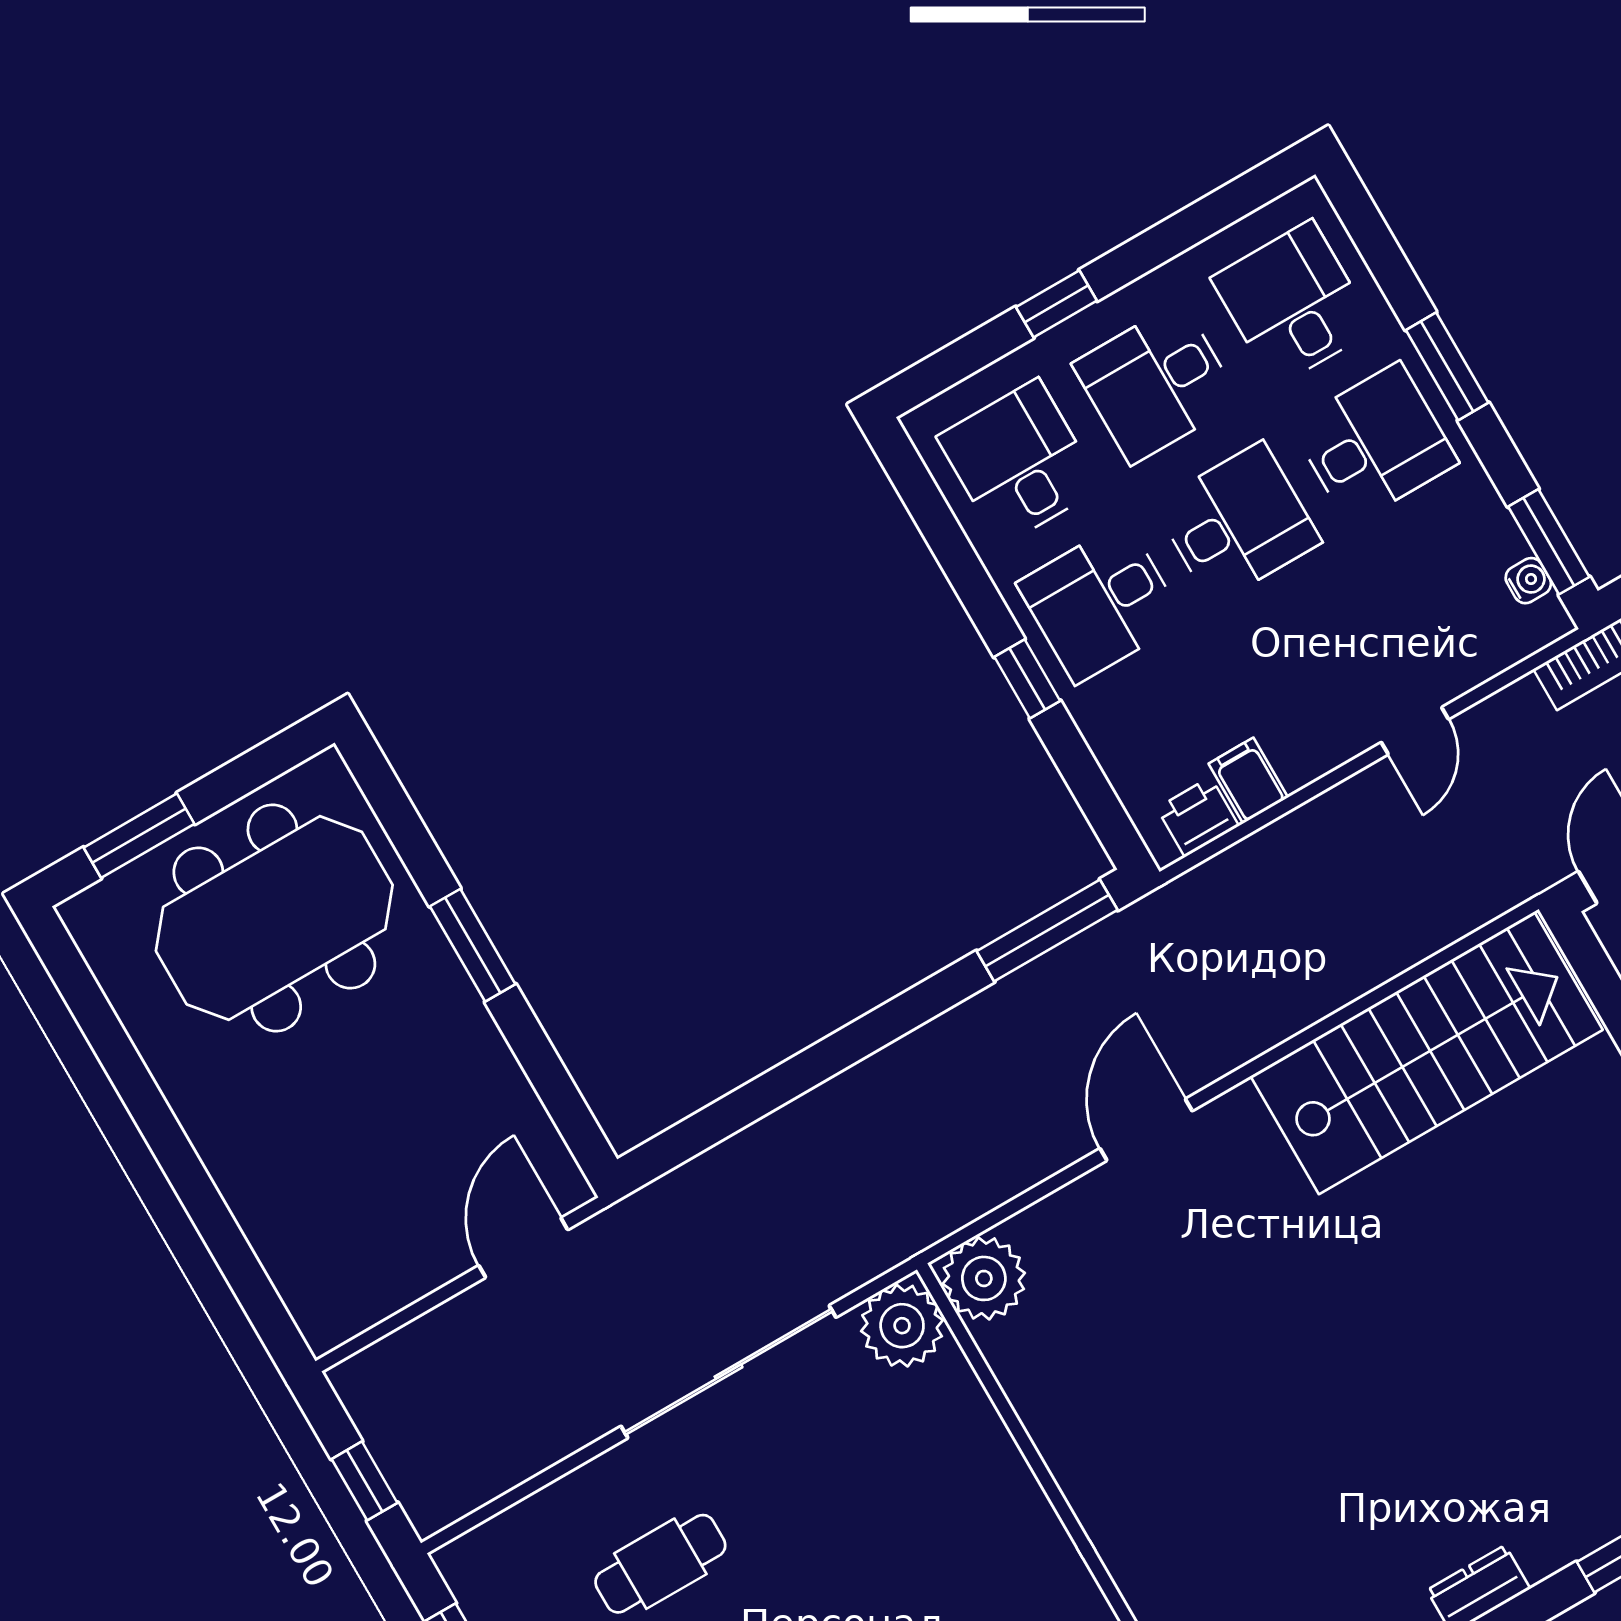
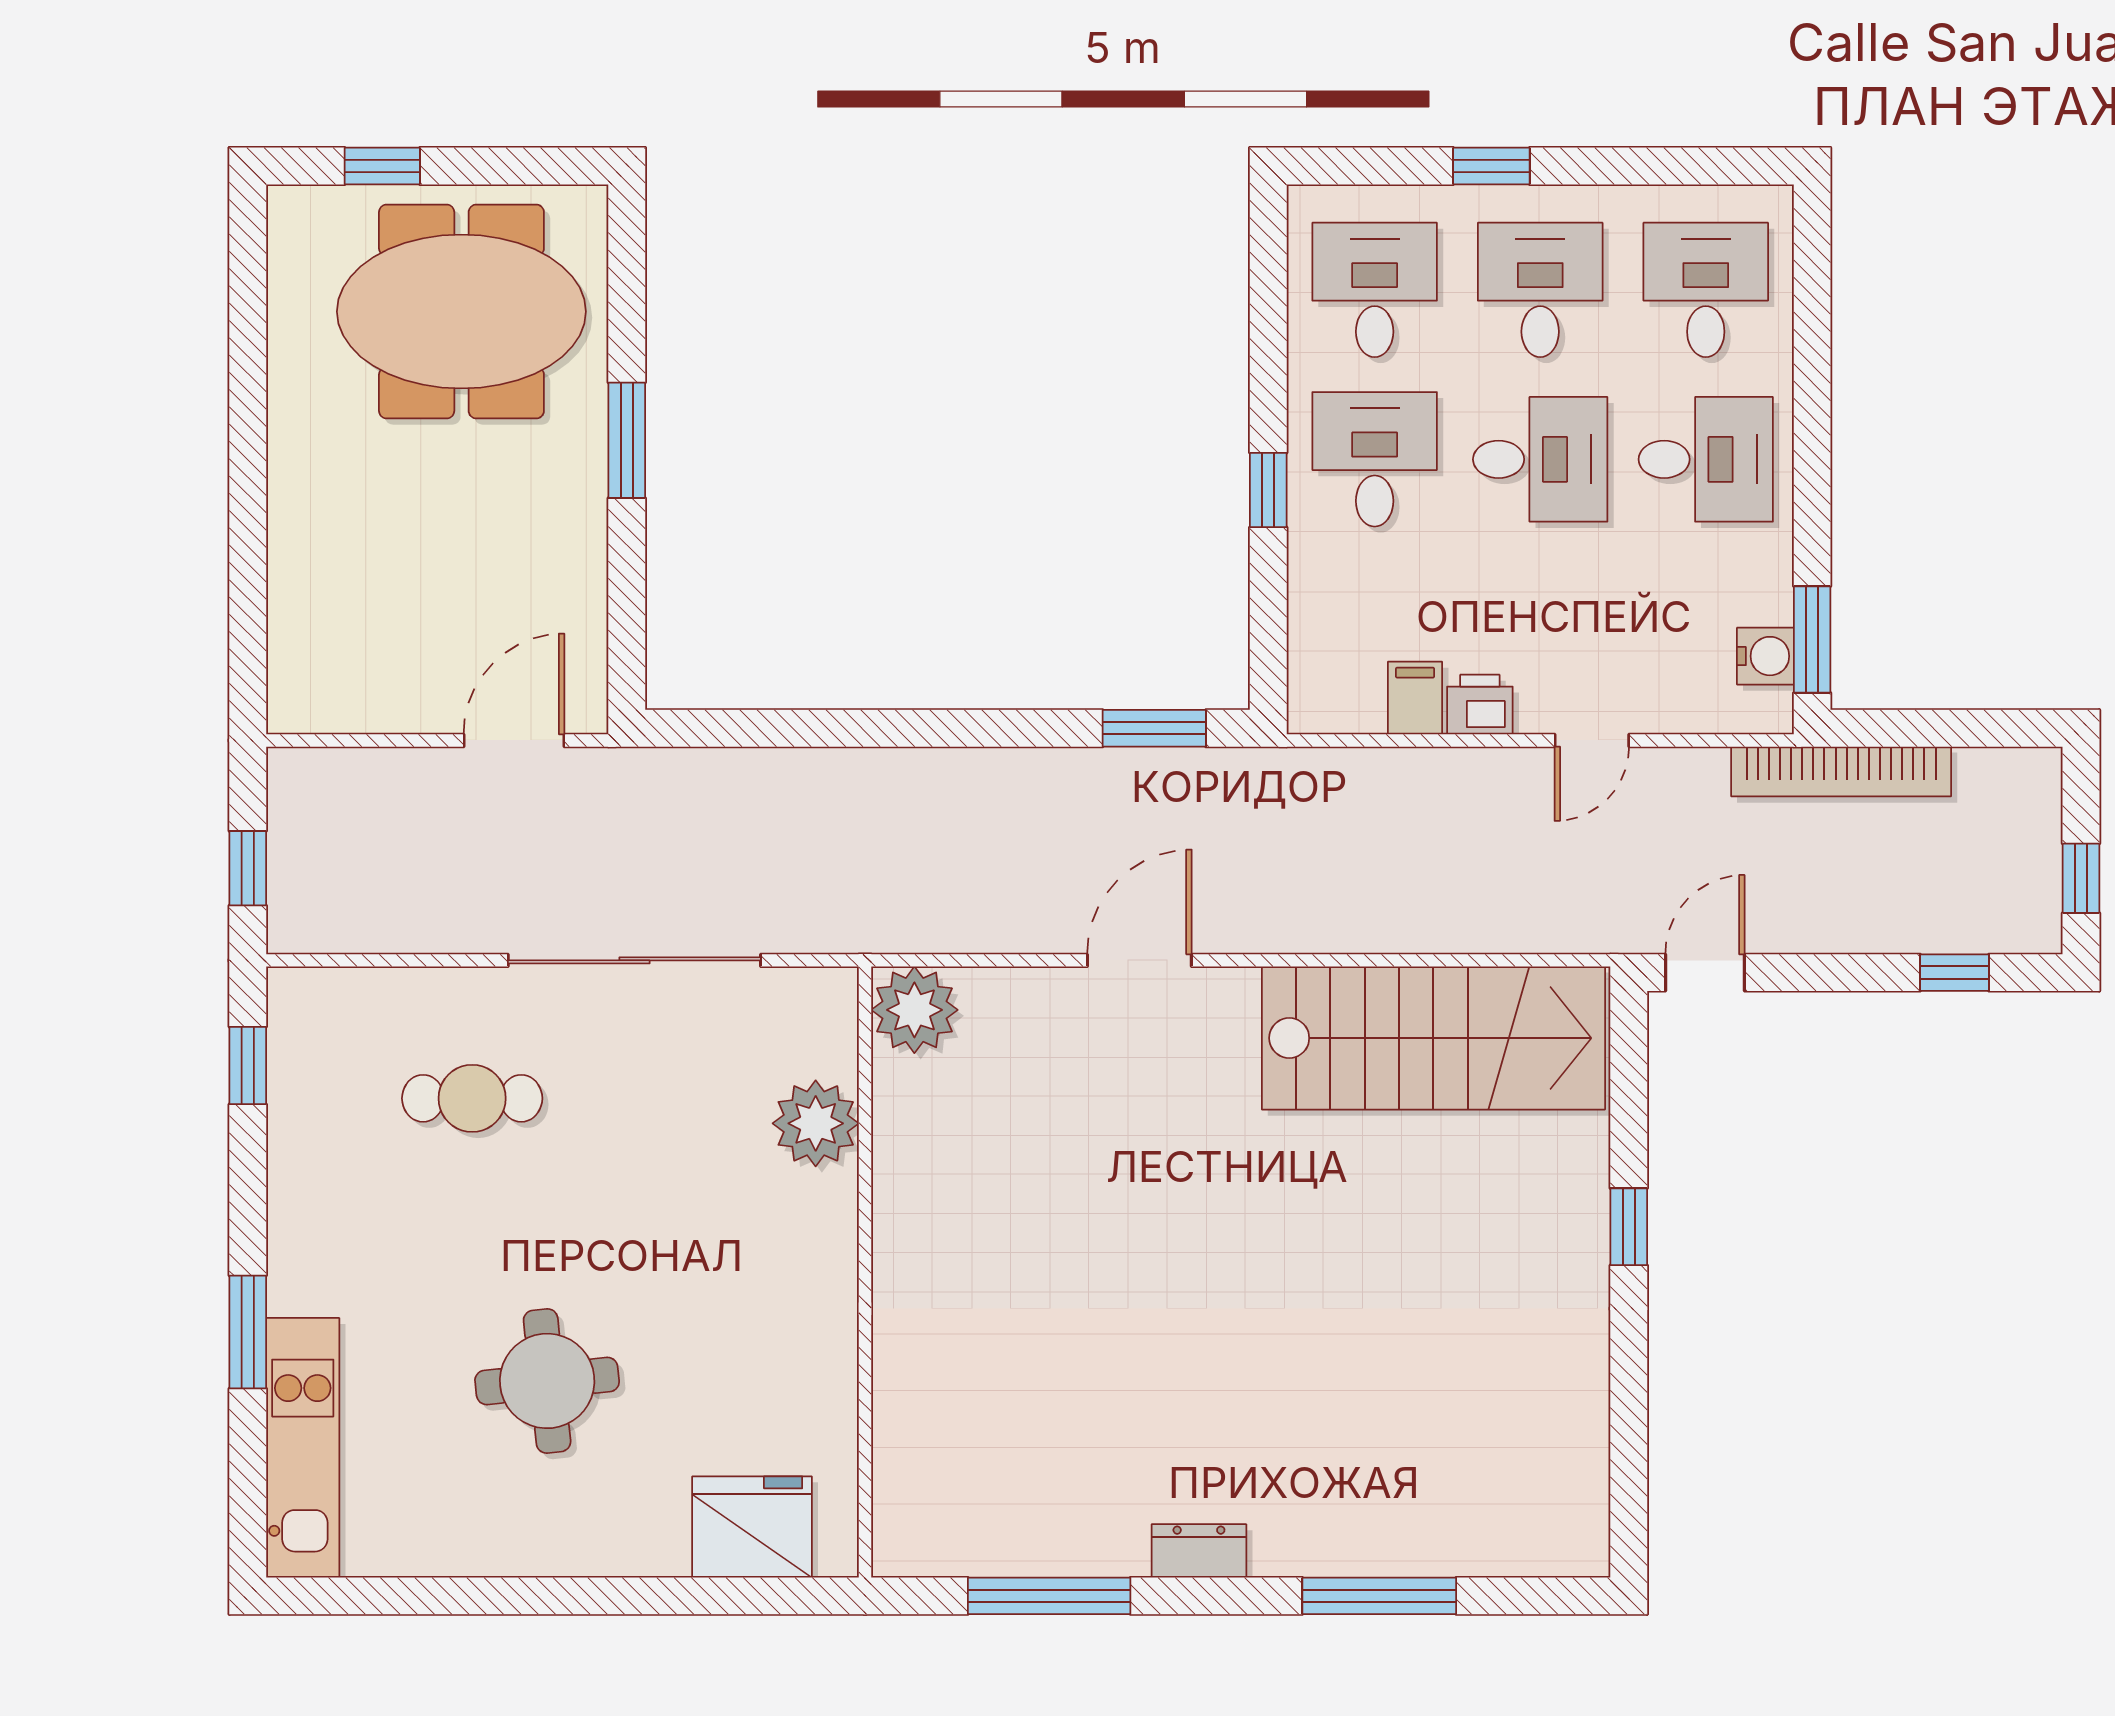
window: (1447, 366) -> (1812, 428), removed
desk: (1156, 383) -> (1540, 290), turned 90
water cooler: (1528, 581) -> (1765, 656), width x1.38, depth x1.38
desk: (1100, 602) -> (1375, 459), turned 90
printer: (1198, 817) -> (1480, 704), moved
window: (139, 836) -> (382, 166), width x0.67
window: (1047, 931) -> (1154, 728), width x0.69
plant: (902, 1326) -> (816, 1123), moved

